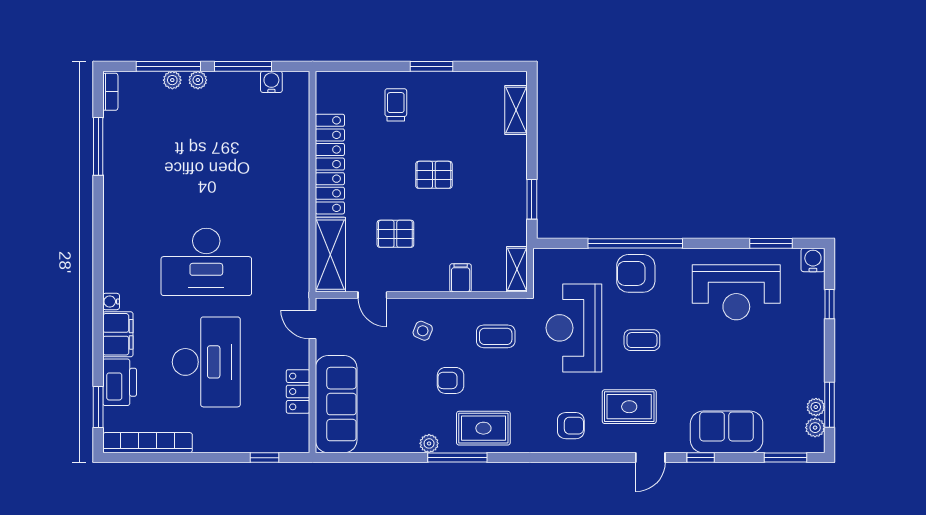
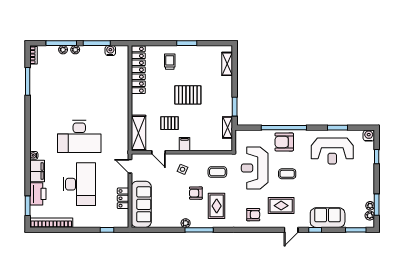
locker: (330, 164) -> (138, 70), moved
pallet: (434, 175) -> (188, 95), width x1.50, depth x1.42
window: (771, 243) -> (338, 128), moved
shelving: (517, 269) -> (227, 127), moved
filing cabinet: (461, 278) -> (185, 144), moved
rug: (483, 428) -> (217, 206), moved, turned 90

